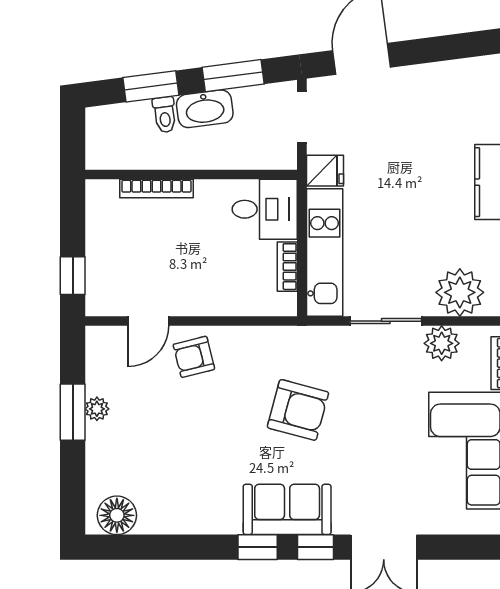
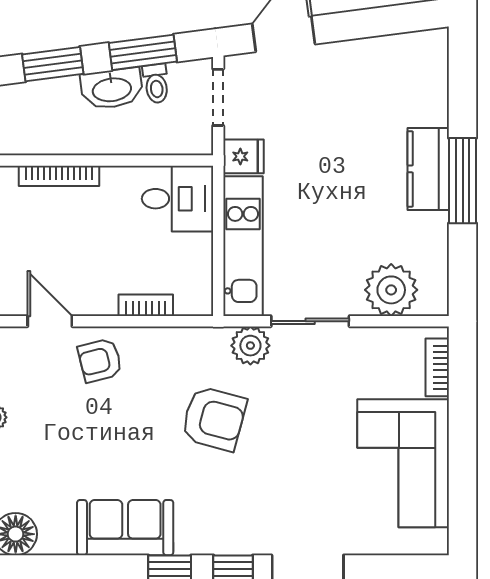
toilet: (165, 115) -> (156, 84), moved
bookcase: (287, 267) -> (146, 305), moved, turned 90
door: (148, 321) -> (50, 321), swing flipped
plant: (442, 343) -> (250, 346), moved
sofa: (287, 509) -> (125, 528), moved

